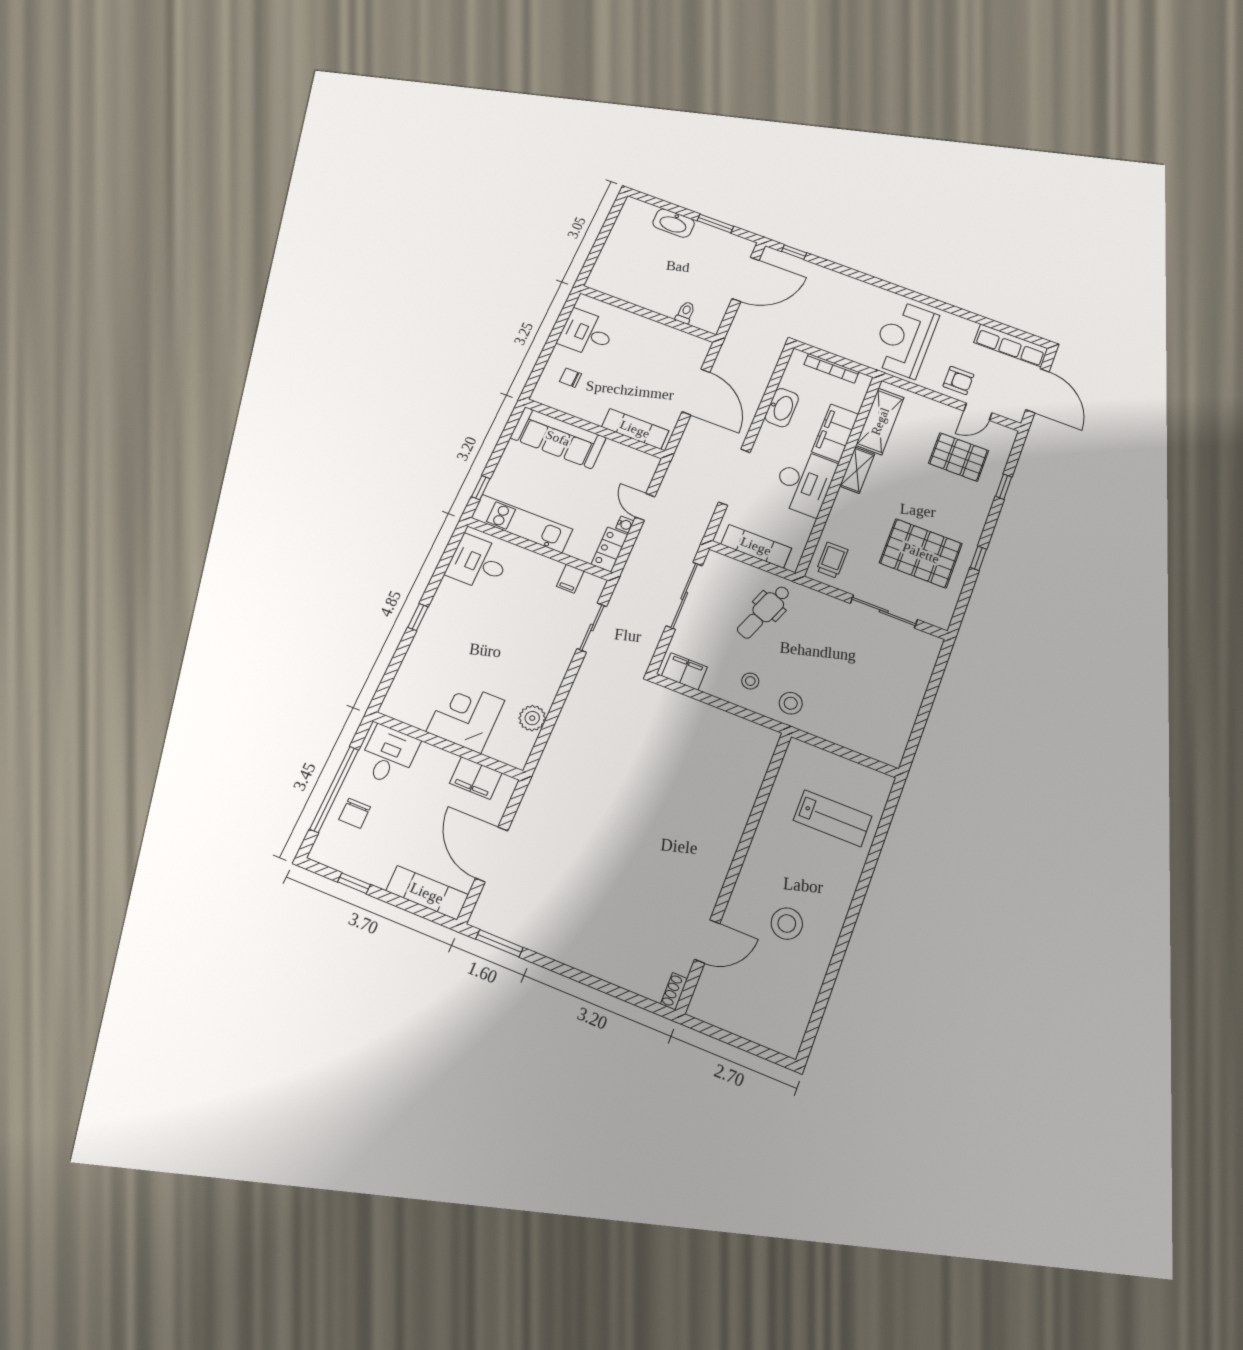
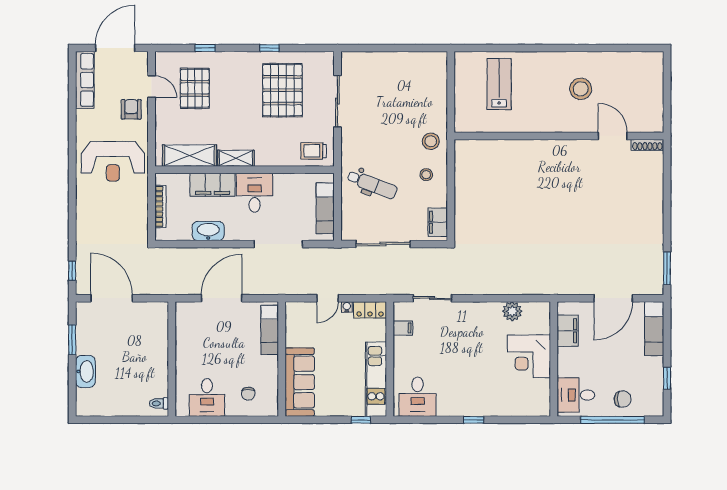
toilet: (685, 313) -> (159, 403), moved
desk: (804, 482) -> (255, 193), width x0.73
shoe rack: (674, 991) -> (647, 145), width x1.43

